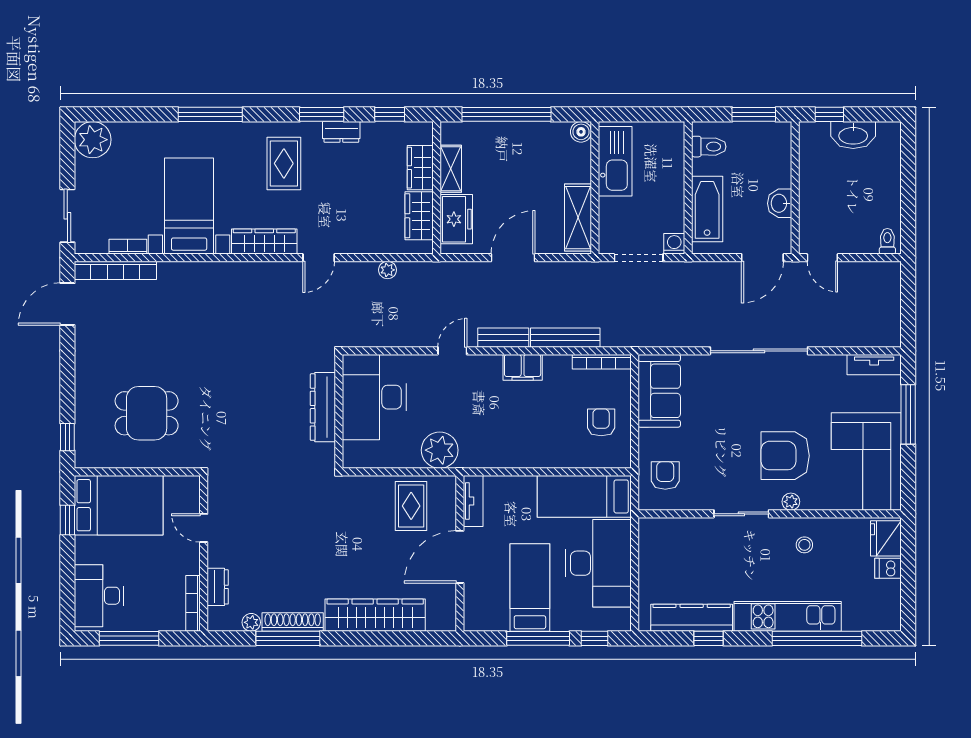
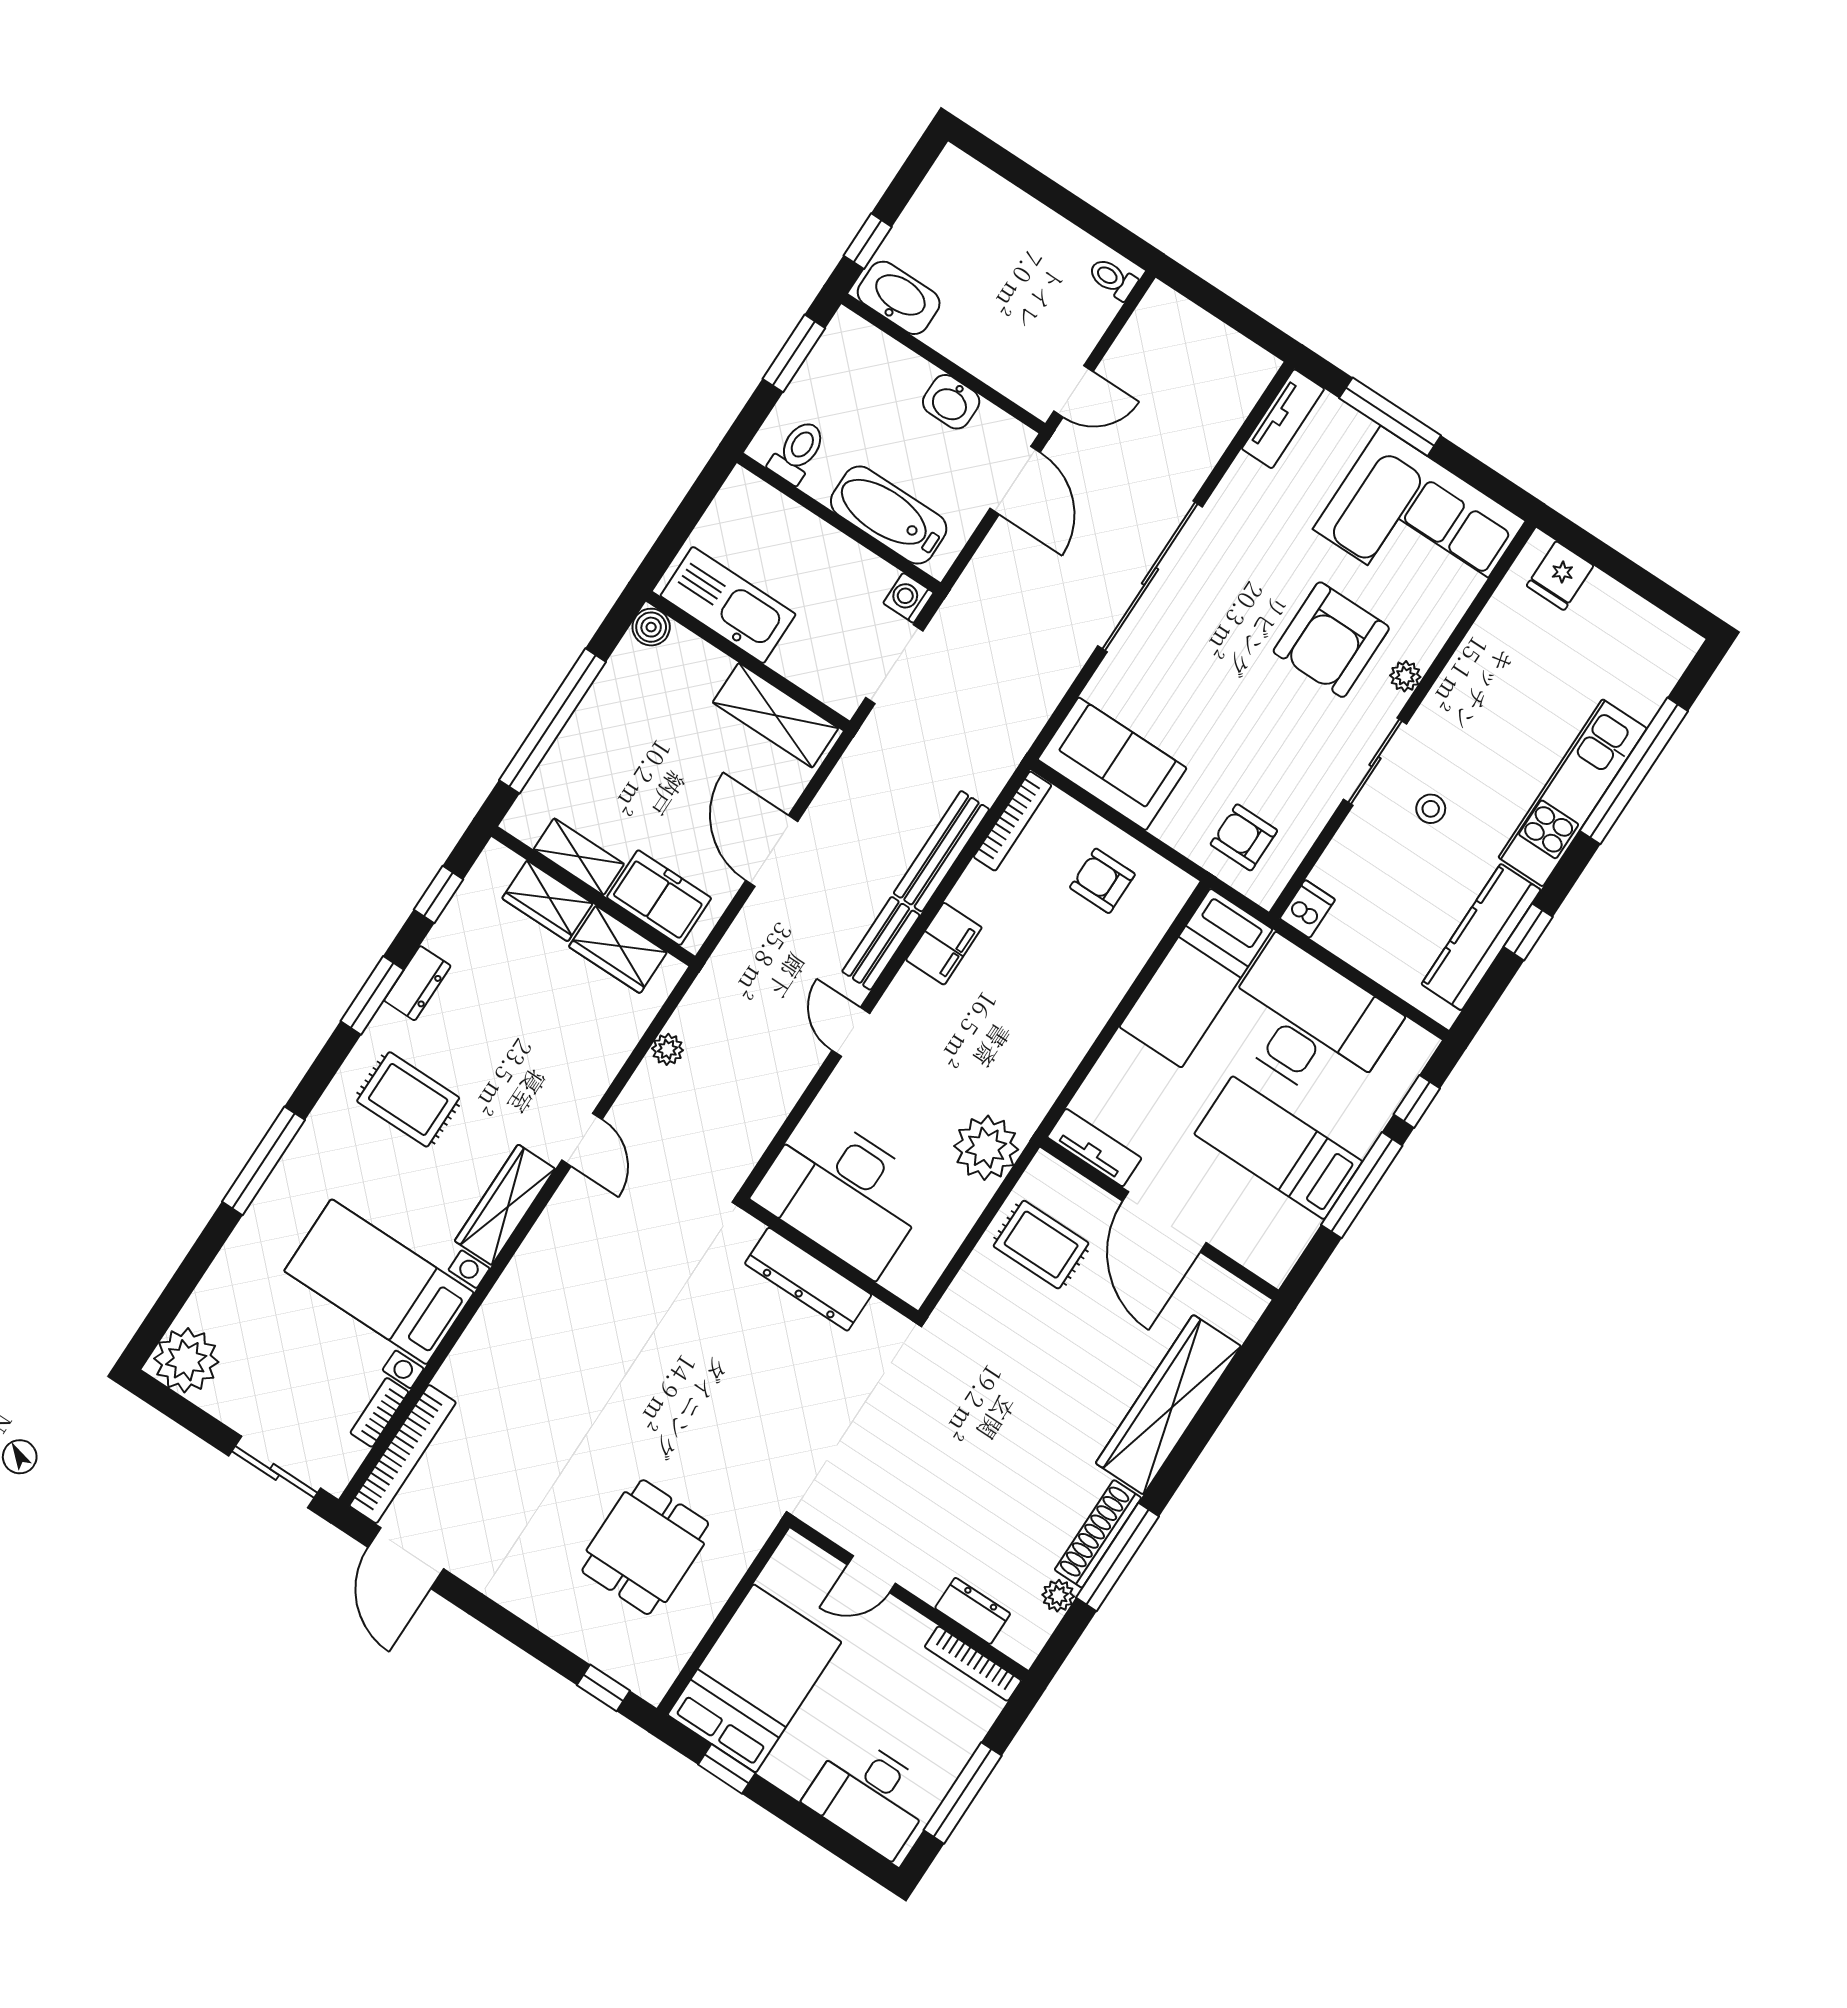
washbasin: (853, 135) -> (899, 298), moved, turned -90
fridge: (886, 538) -> (1560, 576), width x0.72
stool: (804, 545) -> (1431, 809), moved
dishwasher: (888, 568) -> (1307, 909), moved, turned 180

